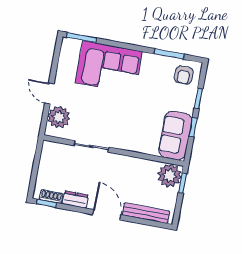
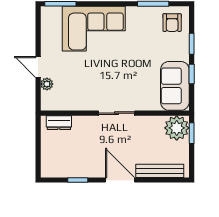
plant: (59, 117) -> (47, 84), width x0.53, depth x0.53
sliding door: (91, 146) -> (117, 113), moved
shoe rack: (51, 197) -> (60, 172), removed
dresser: (75, 200) -> (59, 123), moved, turned 180
window: (46, 203) -> (78, 180), moved

